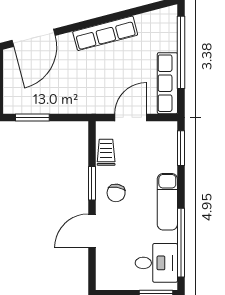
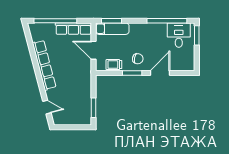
row of seats: (105, 33) -> (44, 65), width x1.36
door: (34, 38) -> (47, 107), width x0.53
exam couch: (167, 202) -> (112, 29), moved
door: (92, 231) -> (160, 73), swing flipped

